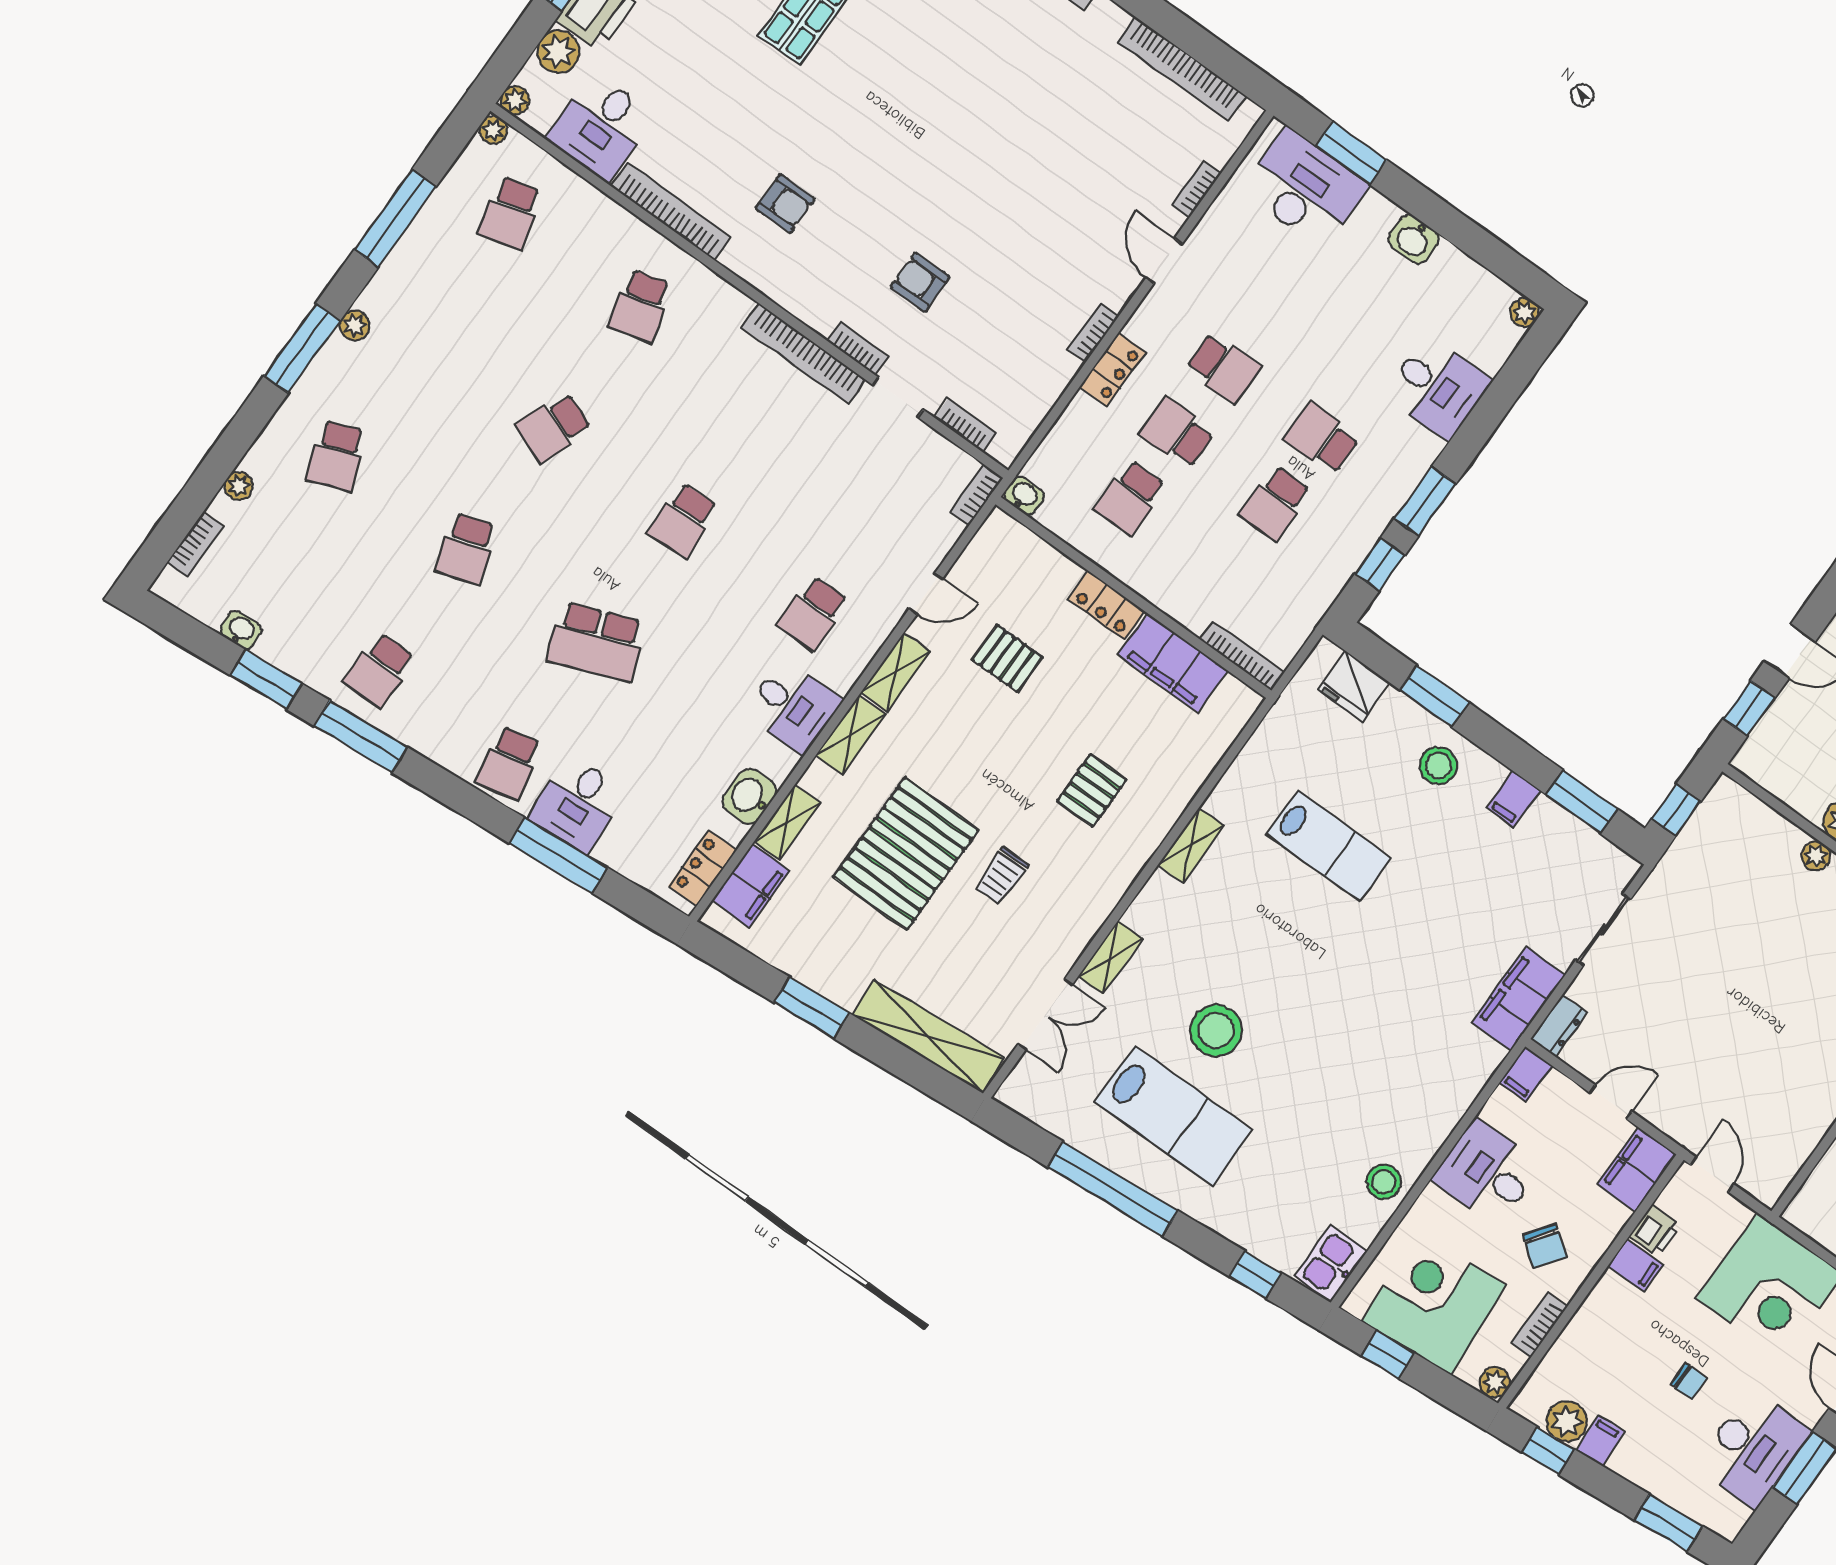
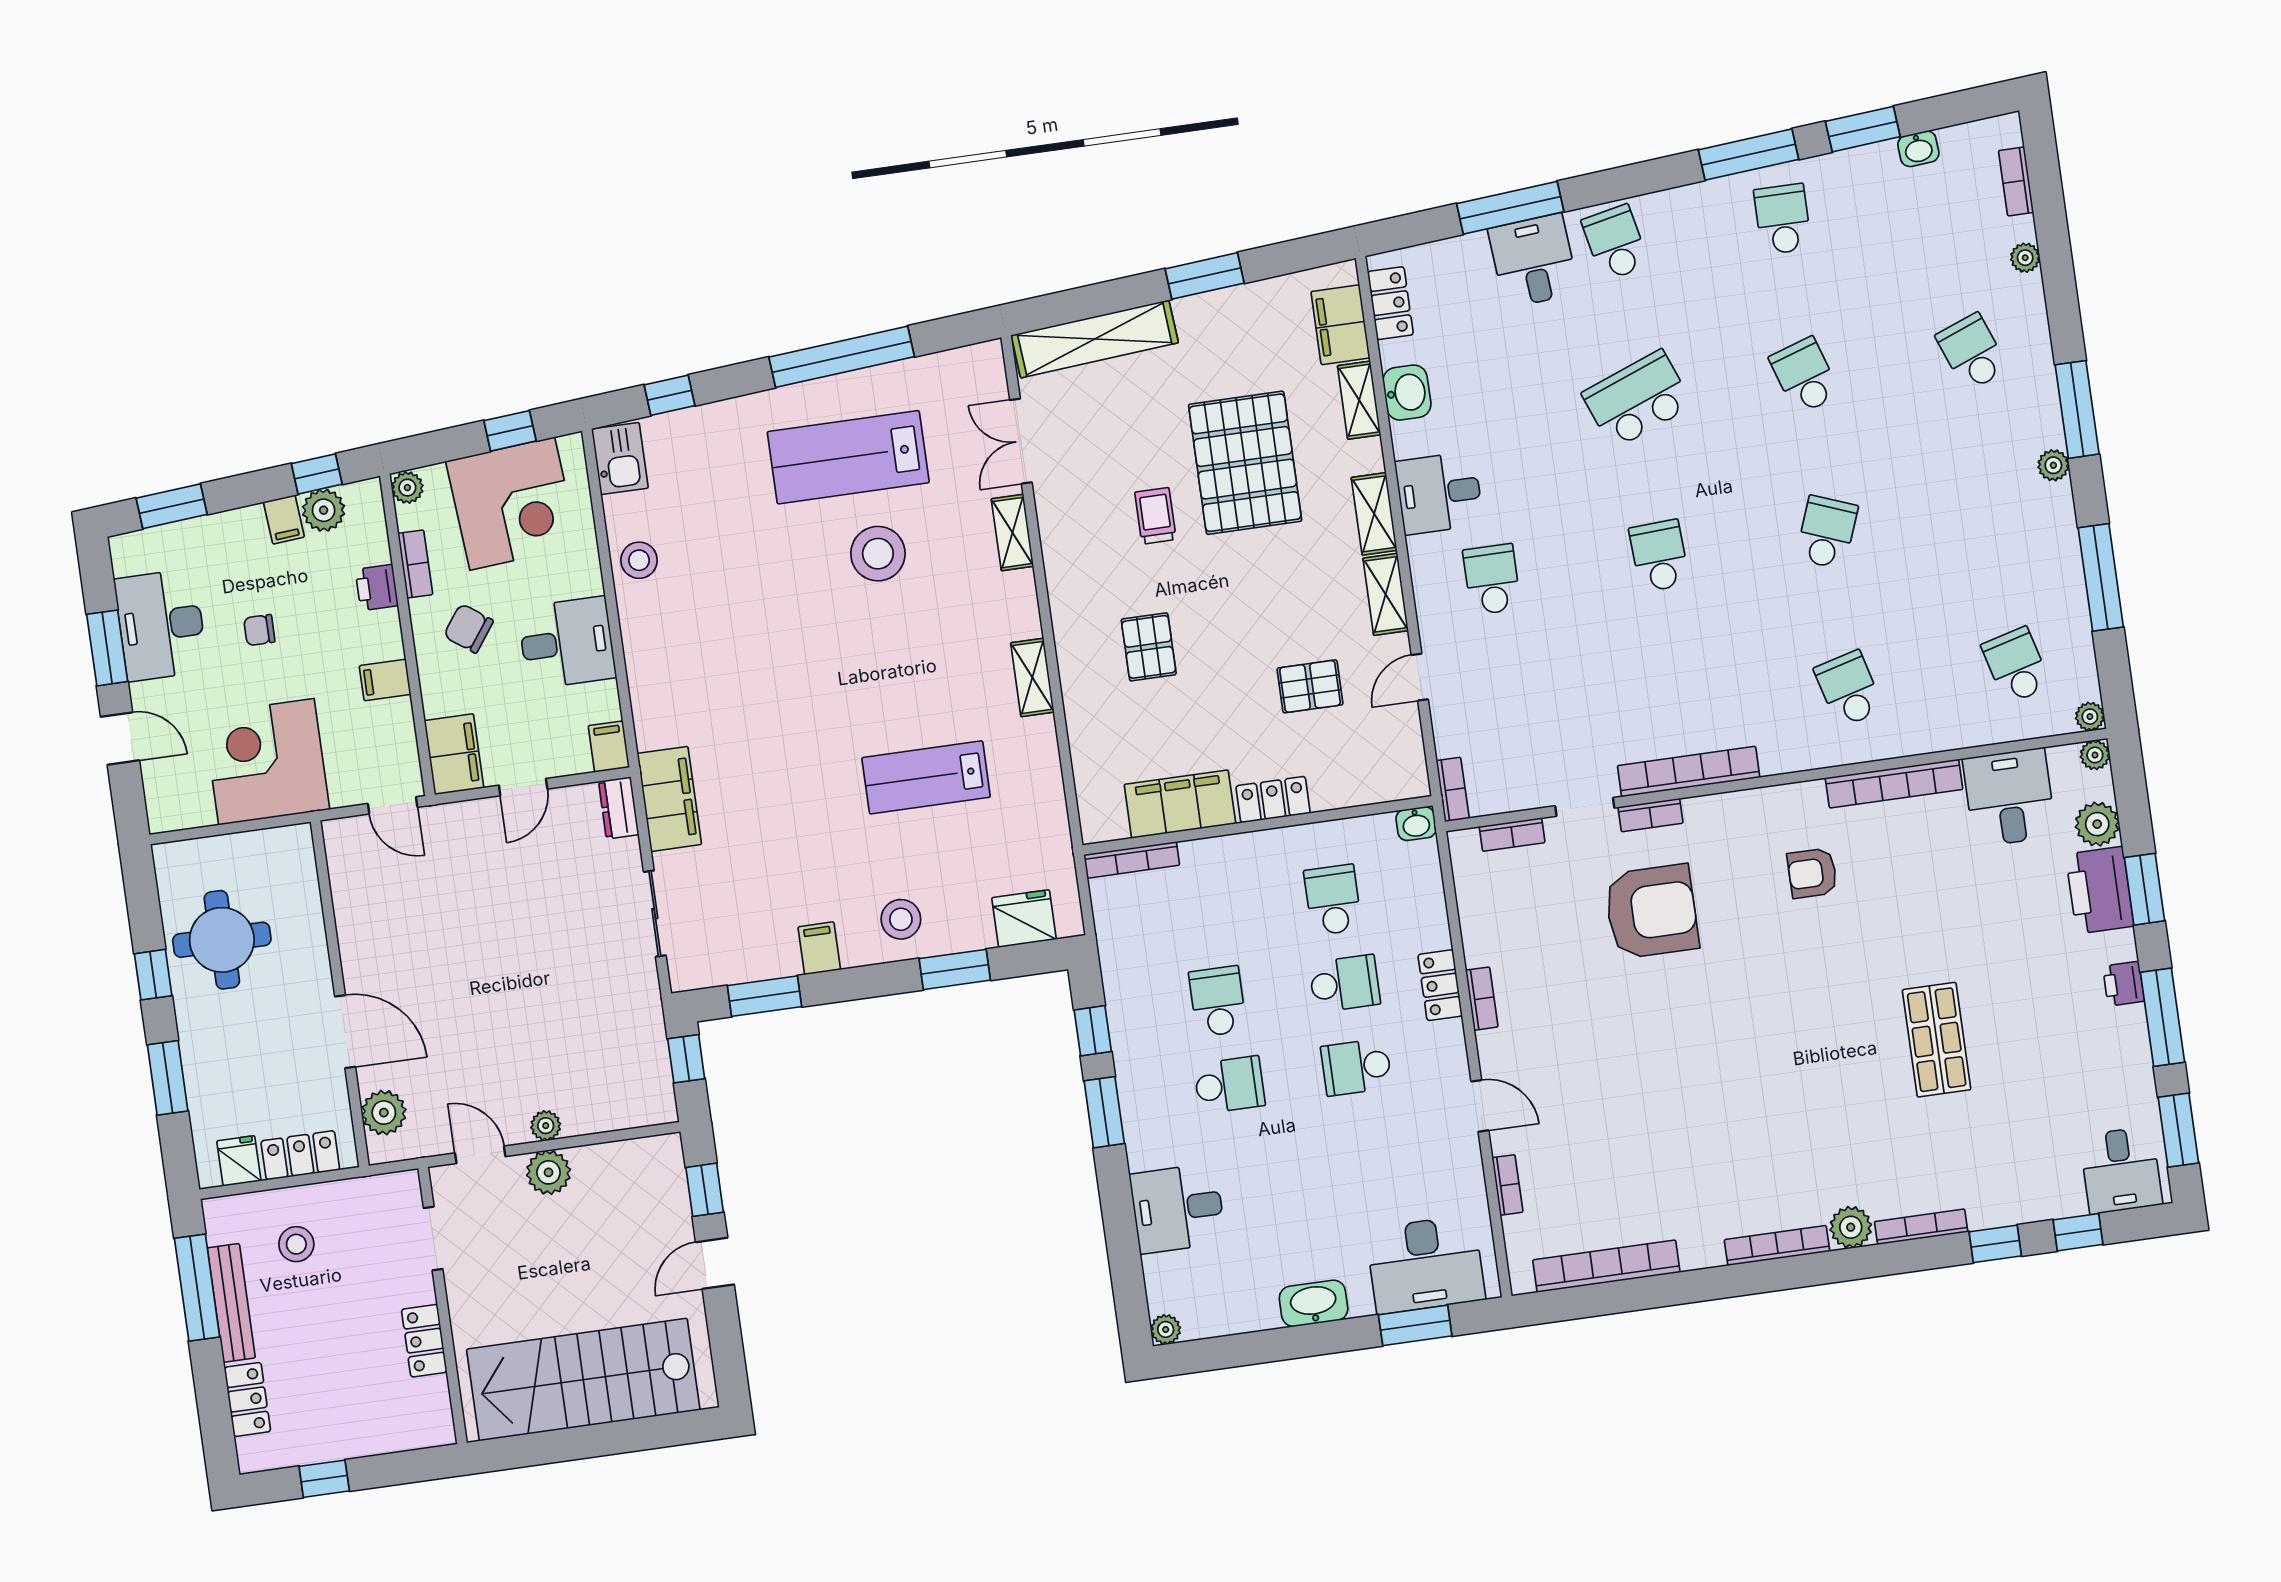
washbasin: (1414, 239) -> (1314, 1303), width x1.38
armchair: (920, 282) -> (1651, 911), width x1.88, depth x1.88
printer: (1655, 1231) -> (377, 587), moved

